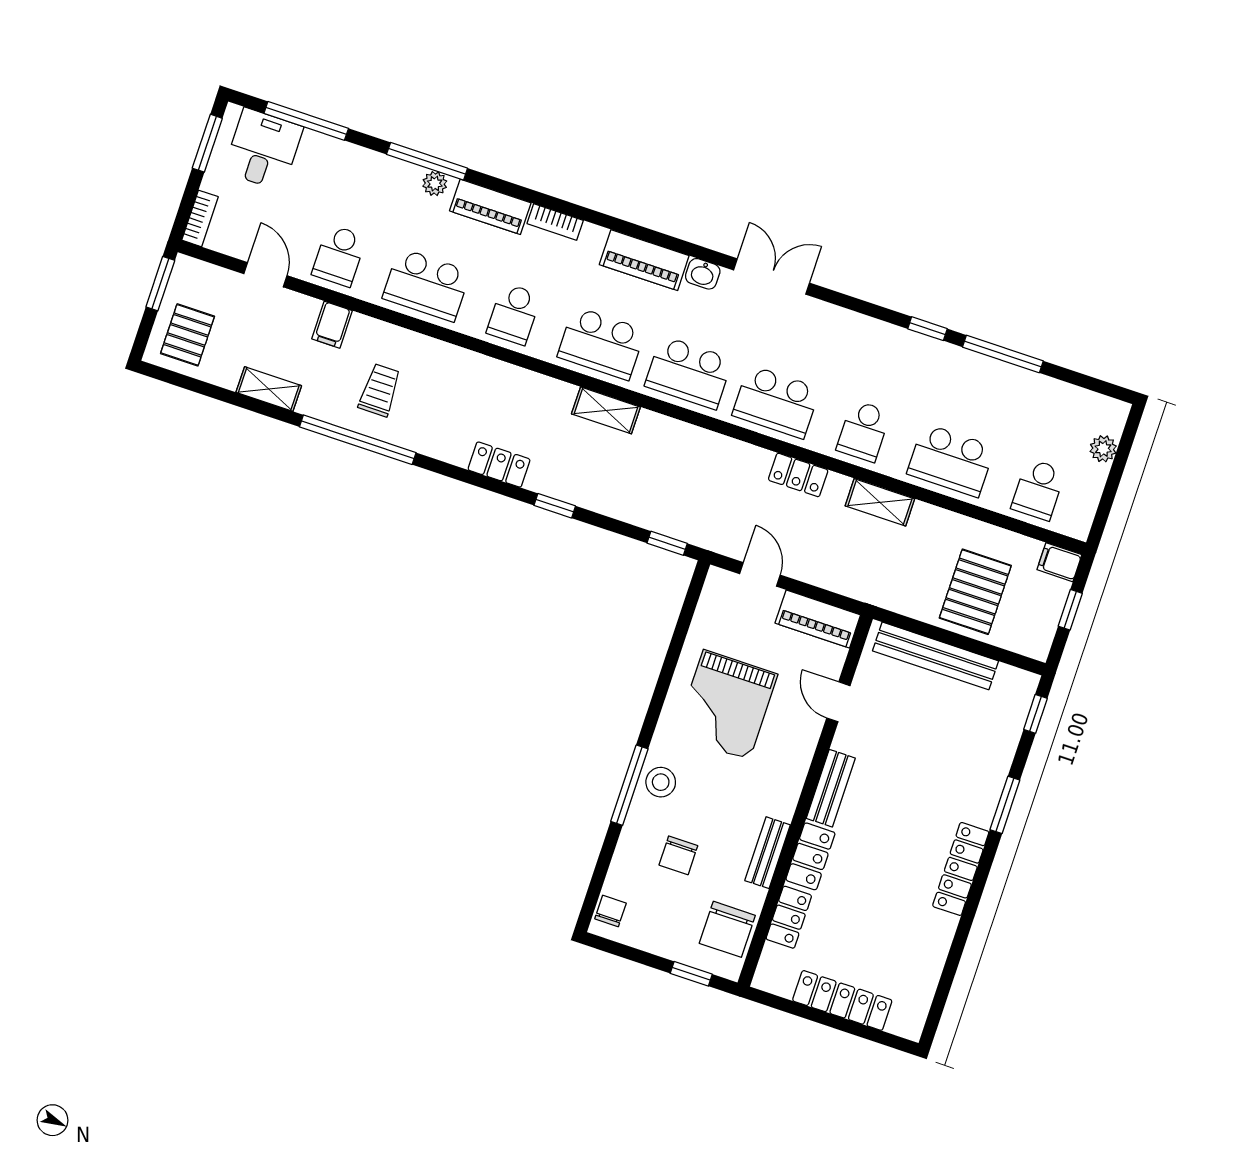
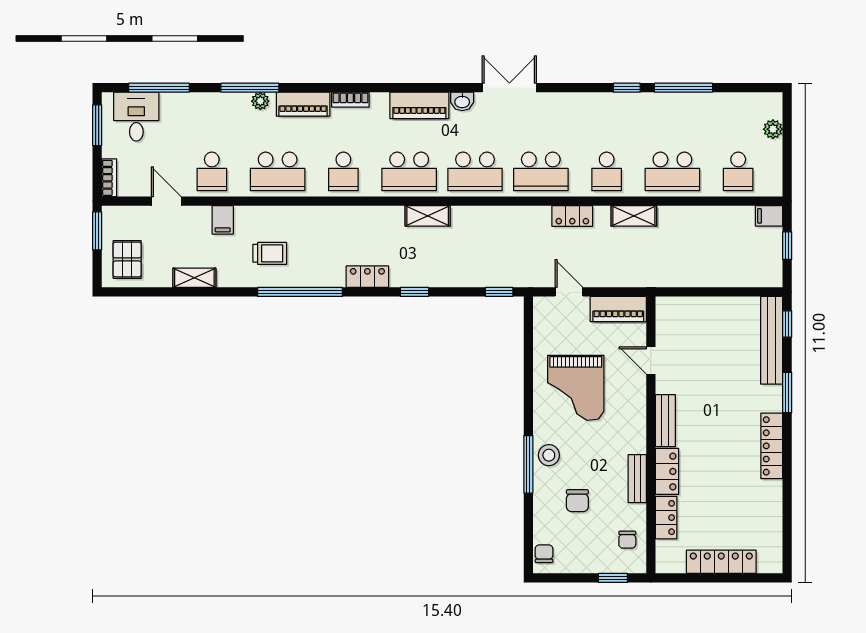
trolley: (380, 390) -> (270, 253), turned 90
window: (358, 440) -> (300, 292), moved
pallet: (975, 592) -> (719, 255), removed
bench: (935, 656) -> (772, 340), moved, turned 90
chair: (727, 929) -> (627, 540), width x0.54, depth x0.54

